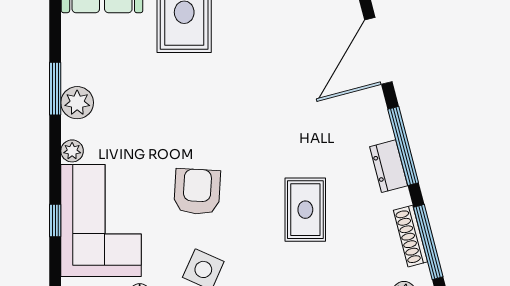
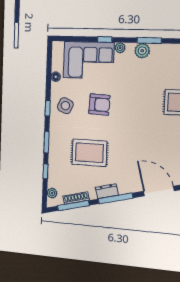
rug: (305, 210) -> (89, 153), width x1.36, depth x1.43
window: (55, 220) -> (105, 40), moved

